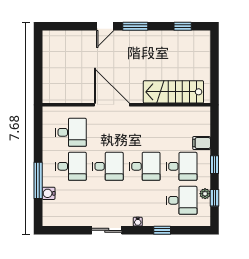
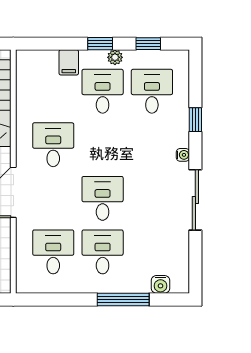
desk: (145, 166) -> (53, 145), moved
water cooler: (49, 193) -> (160, 284), moved
plant: (205, 194) -> (115, 57), moved
sliding door: (107, 230) -> (195, 200), width x1.37

